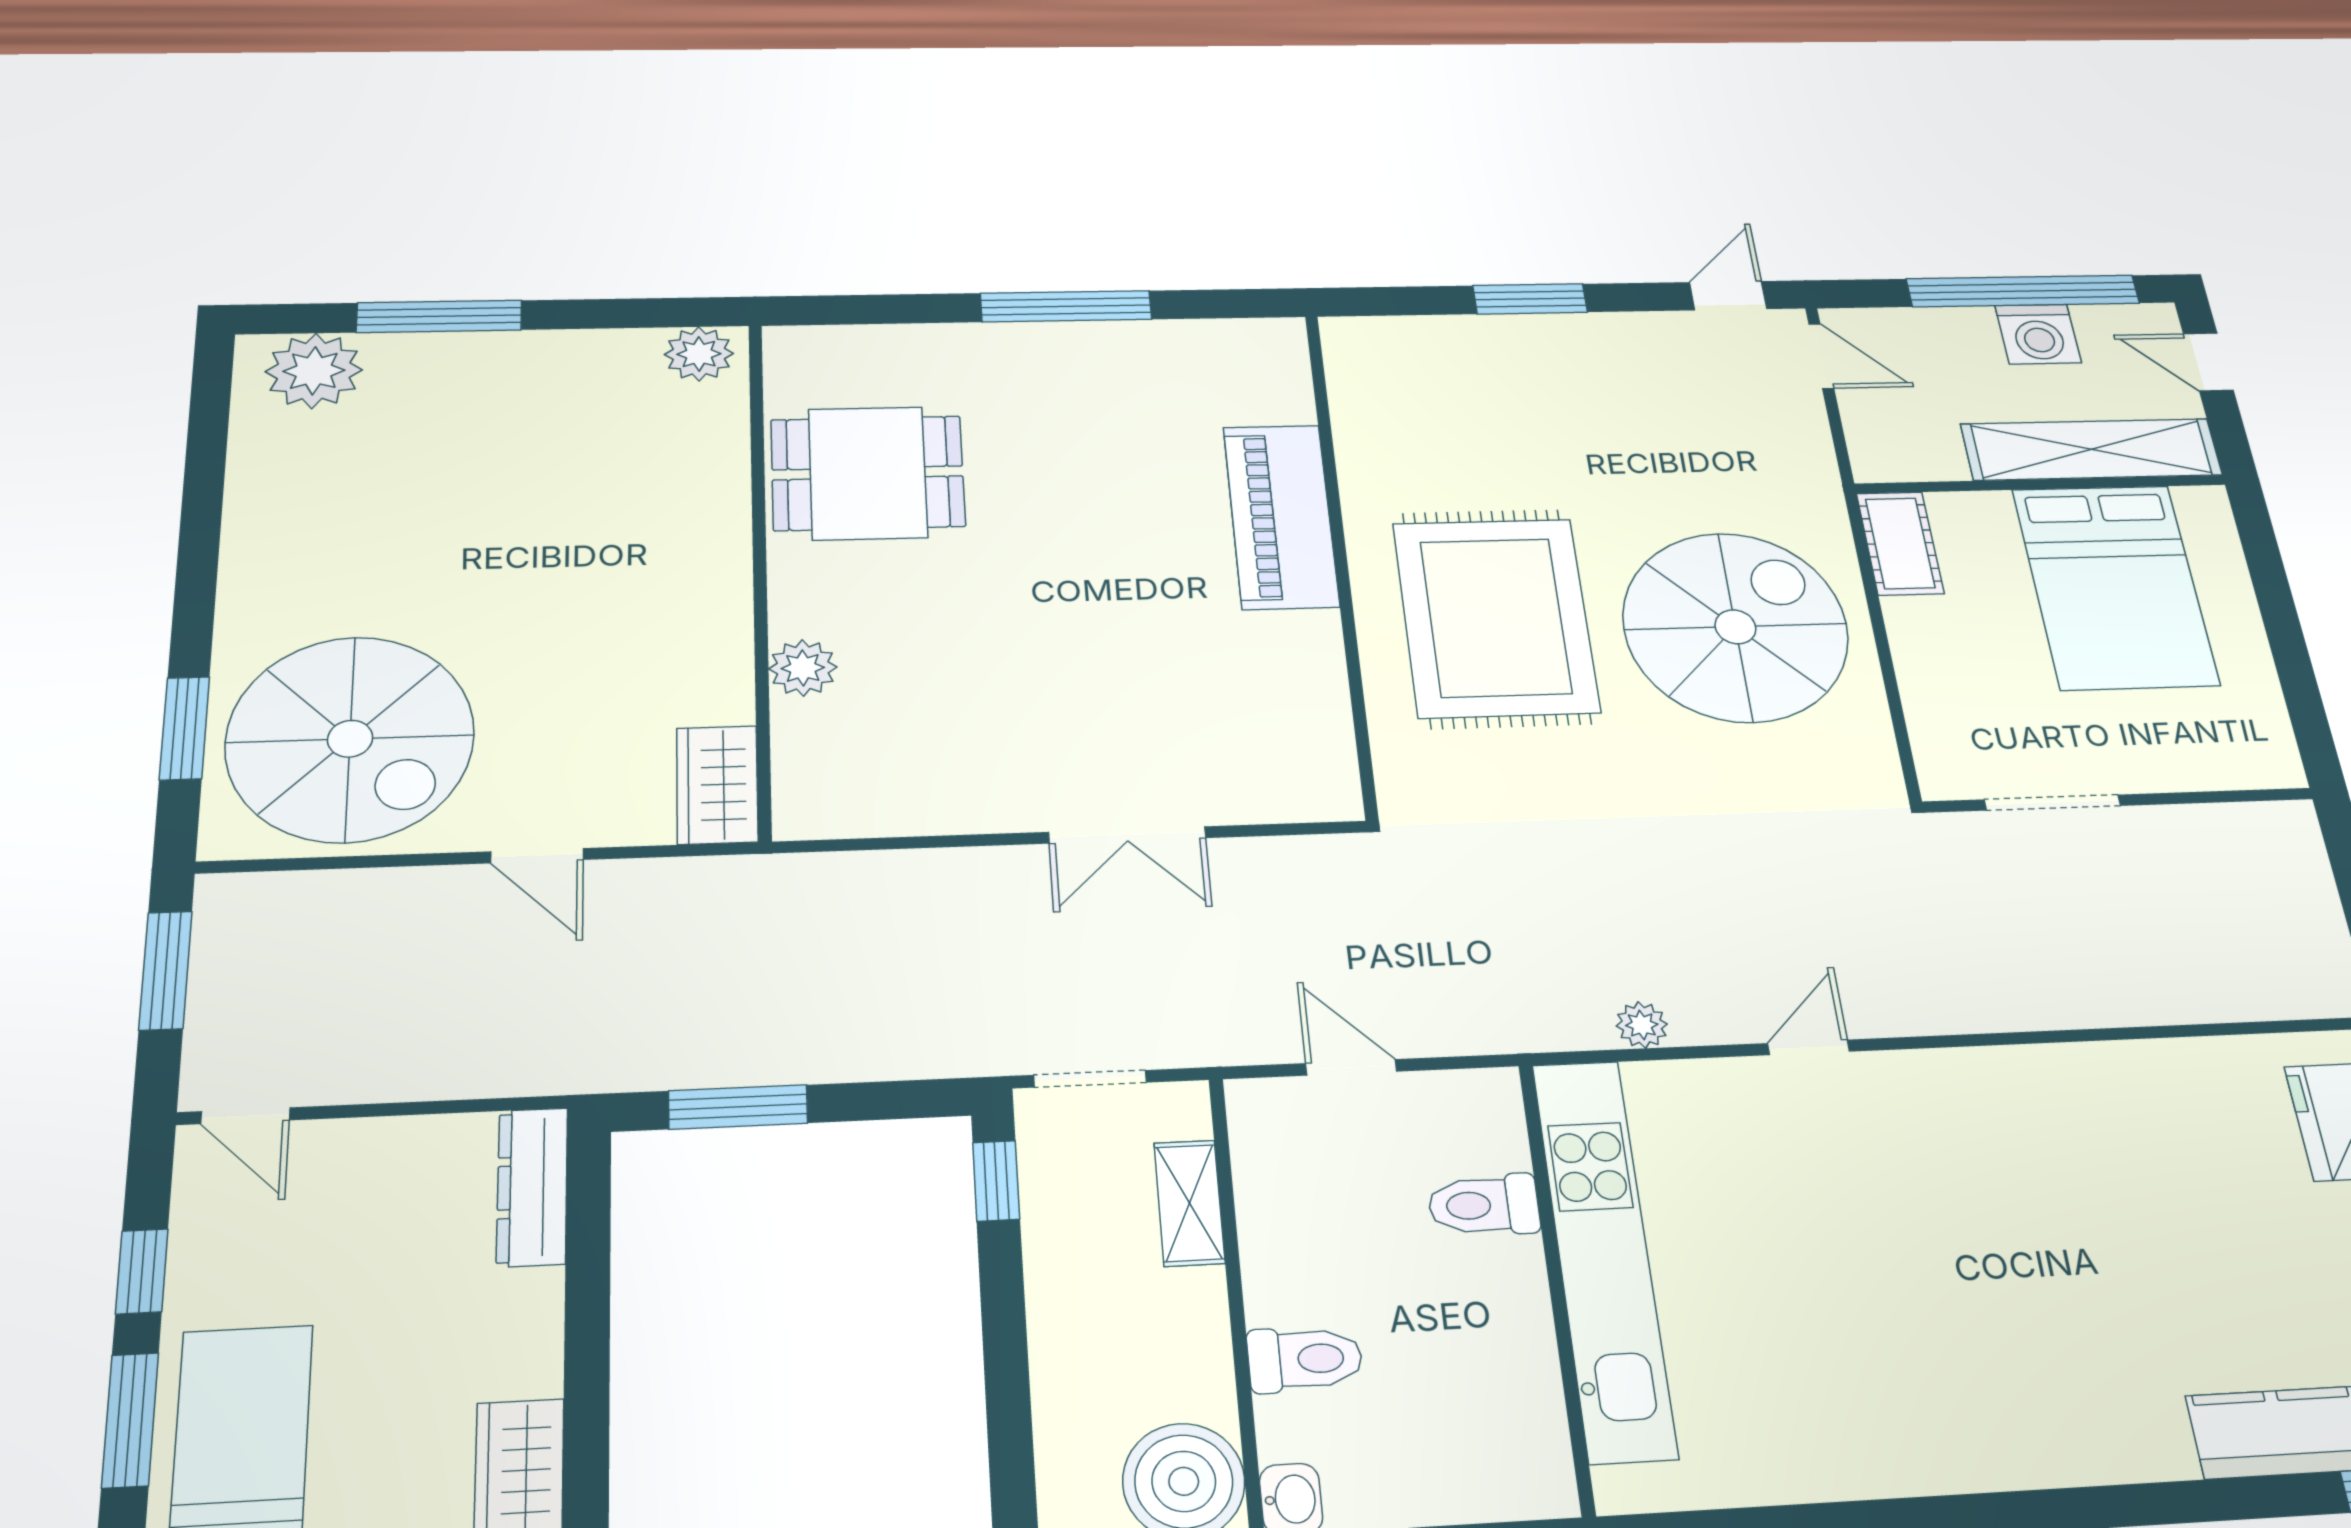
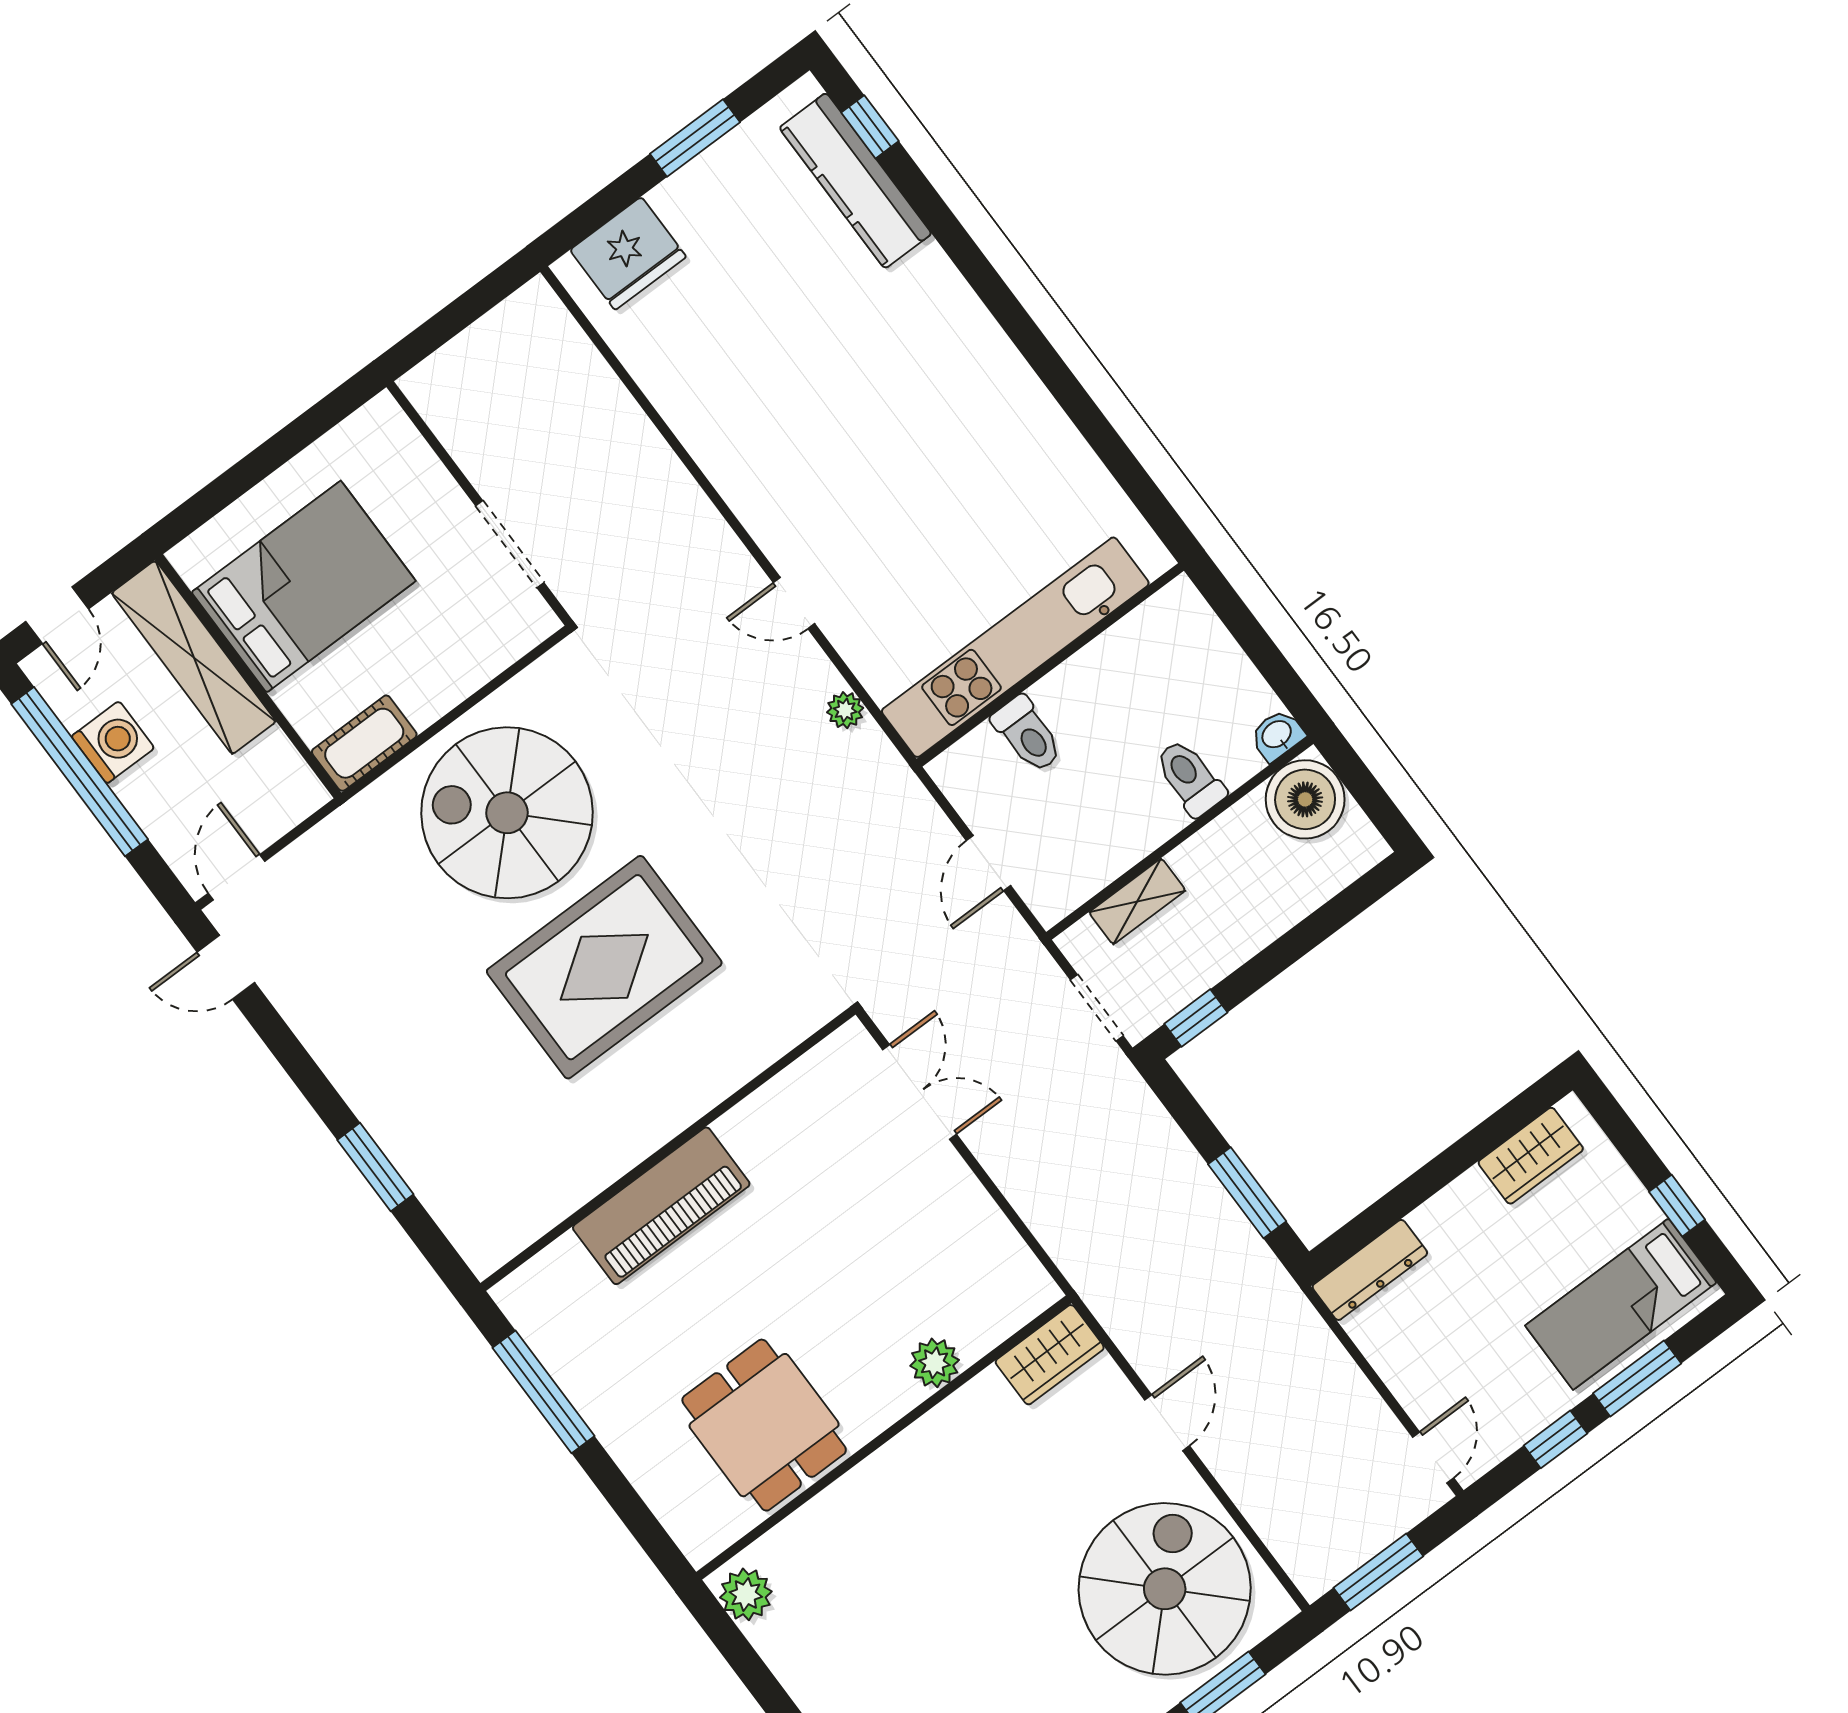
window: (1530, 299) -> (375, 1167), moved
piano: (1281, 516) -> (661, 1206), moved
wall: (1340, 558) -> (668, 1149), moved

